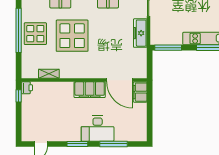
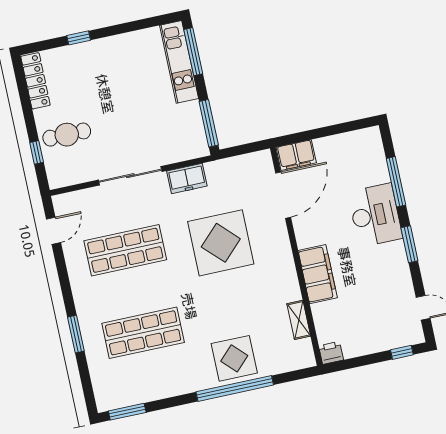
freezer: (140, 33) -> (187, 179), width x0.71
display table: (72, 36) -> (221, 243), moved
filing cabinet: (90, 90) -> (318, 274), moved
window: (19, 96) -> (402, 352), moved

